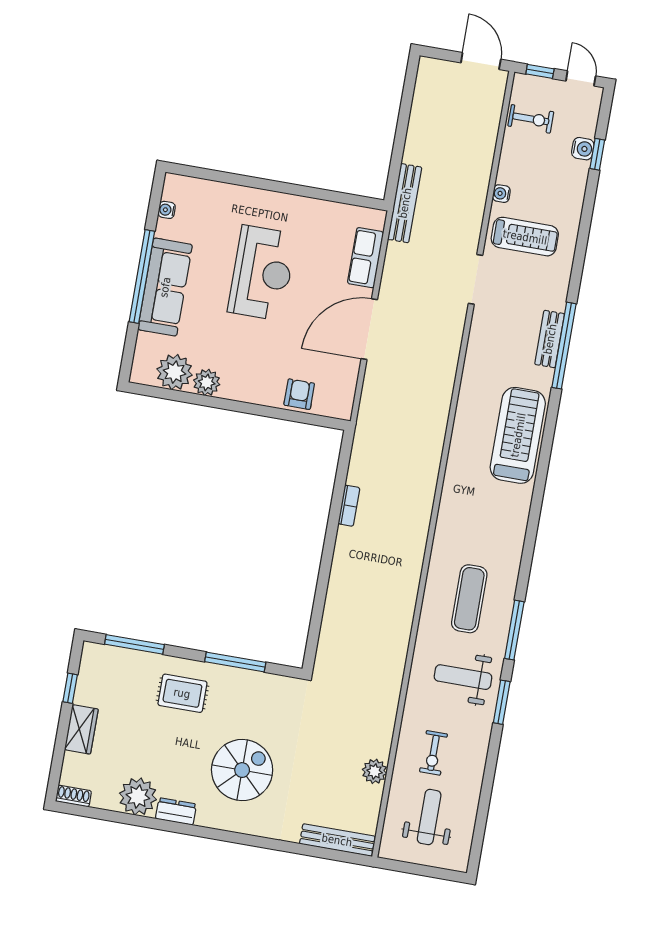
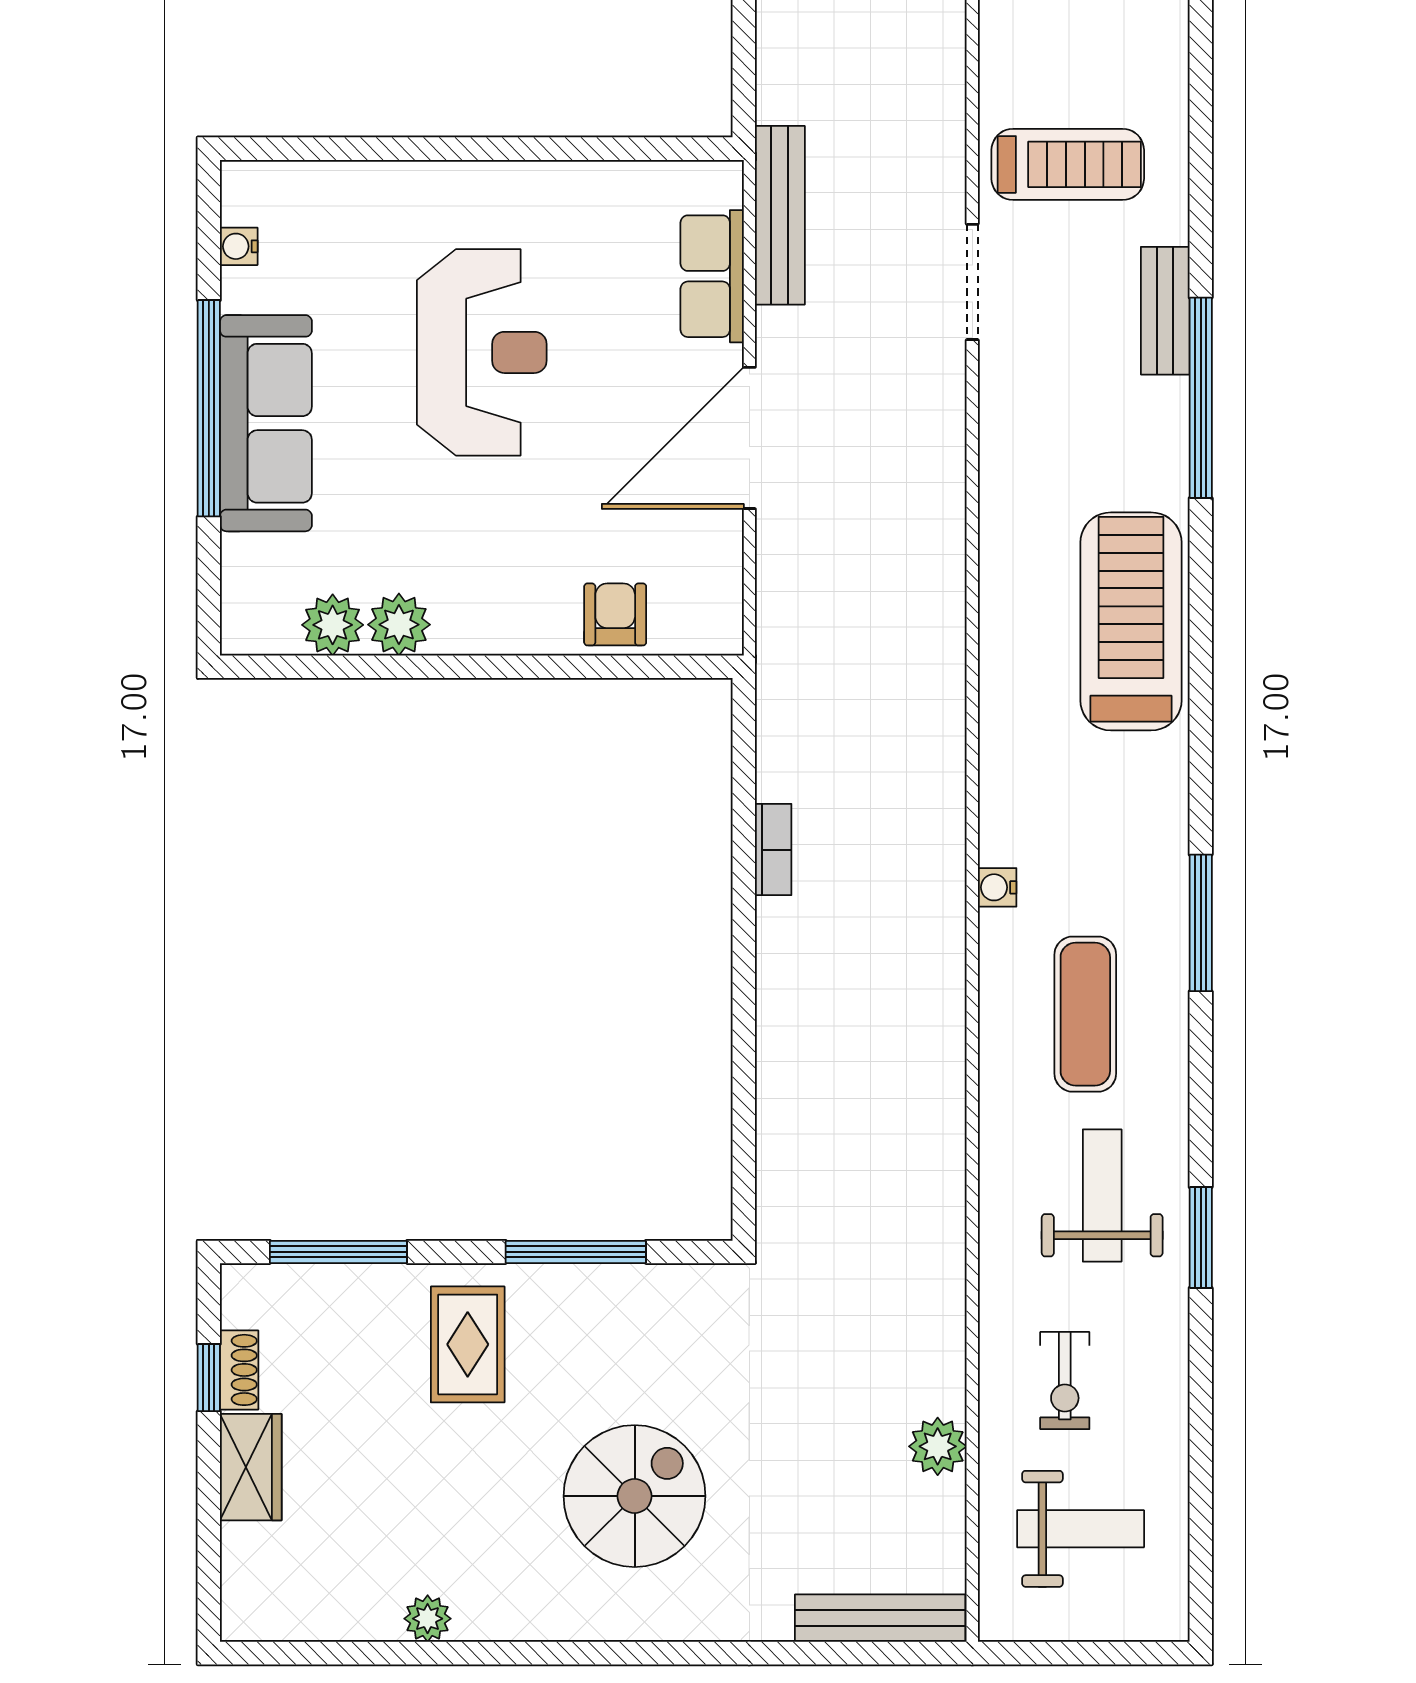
water cooler: (501, 194) -> (997, 887), moved
bench: (405, 203) -> (780, 215), moved
bench: (550, 339) -> (1165, 311), moved
plant: (175, 372) -> (333, 625), width x0.73, depth x0.73
window: (514, 630) -> (1201, 923), moved
weight bench: (463, 677) -> (1102, 1196), turned 90
rug: (182, 693) -> (468, 1344), turned 90
shoe rack: (73, 796) -> (239, 1370), moved, turned 90
plant: (138, 796) -> (428, 1619), width x0.53, depth x0.53
dresser: (176, 811) -> (500, 1617), removed
weight bench: (429, 817) -> (1081, 1529), turned 90

